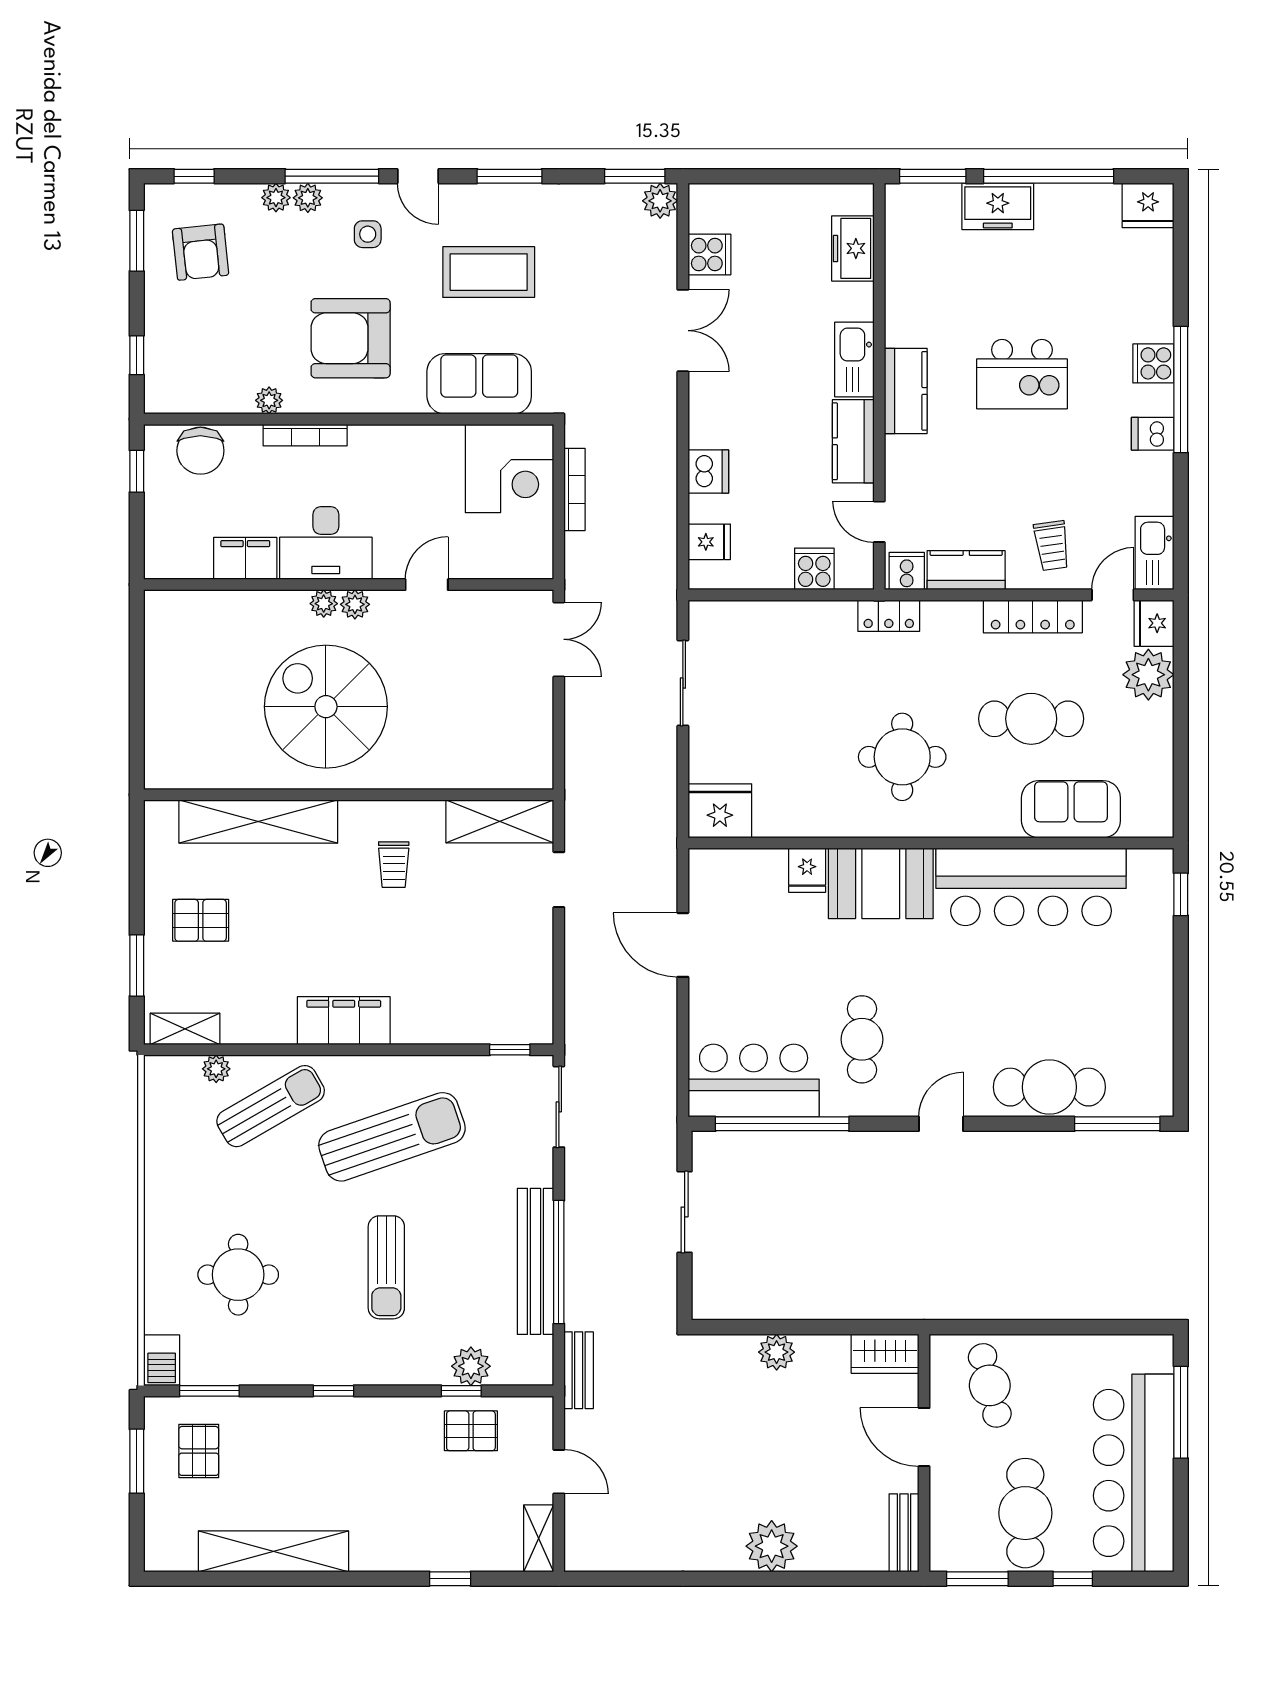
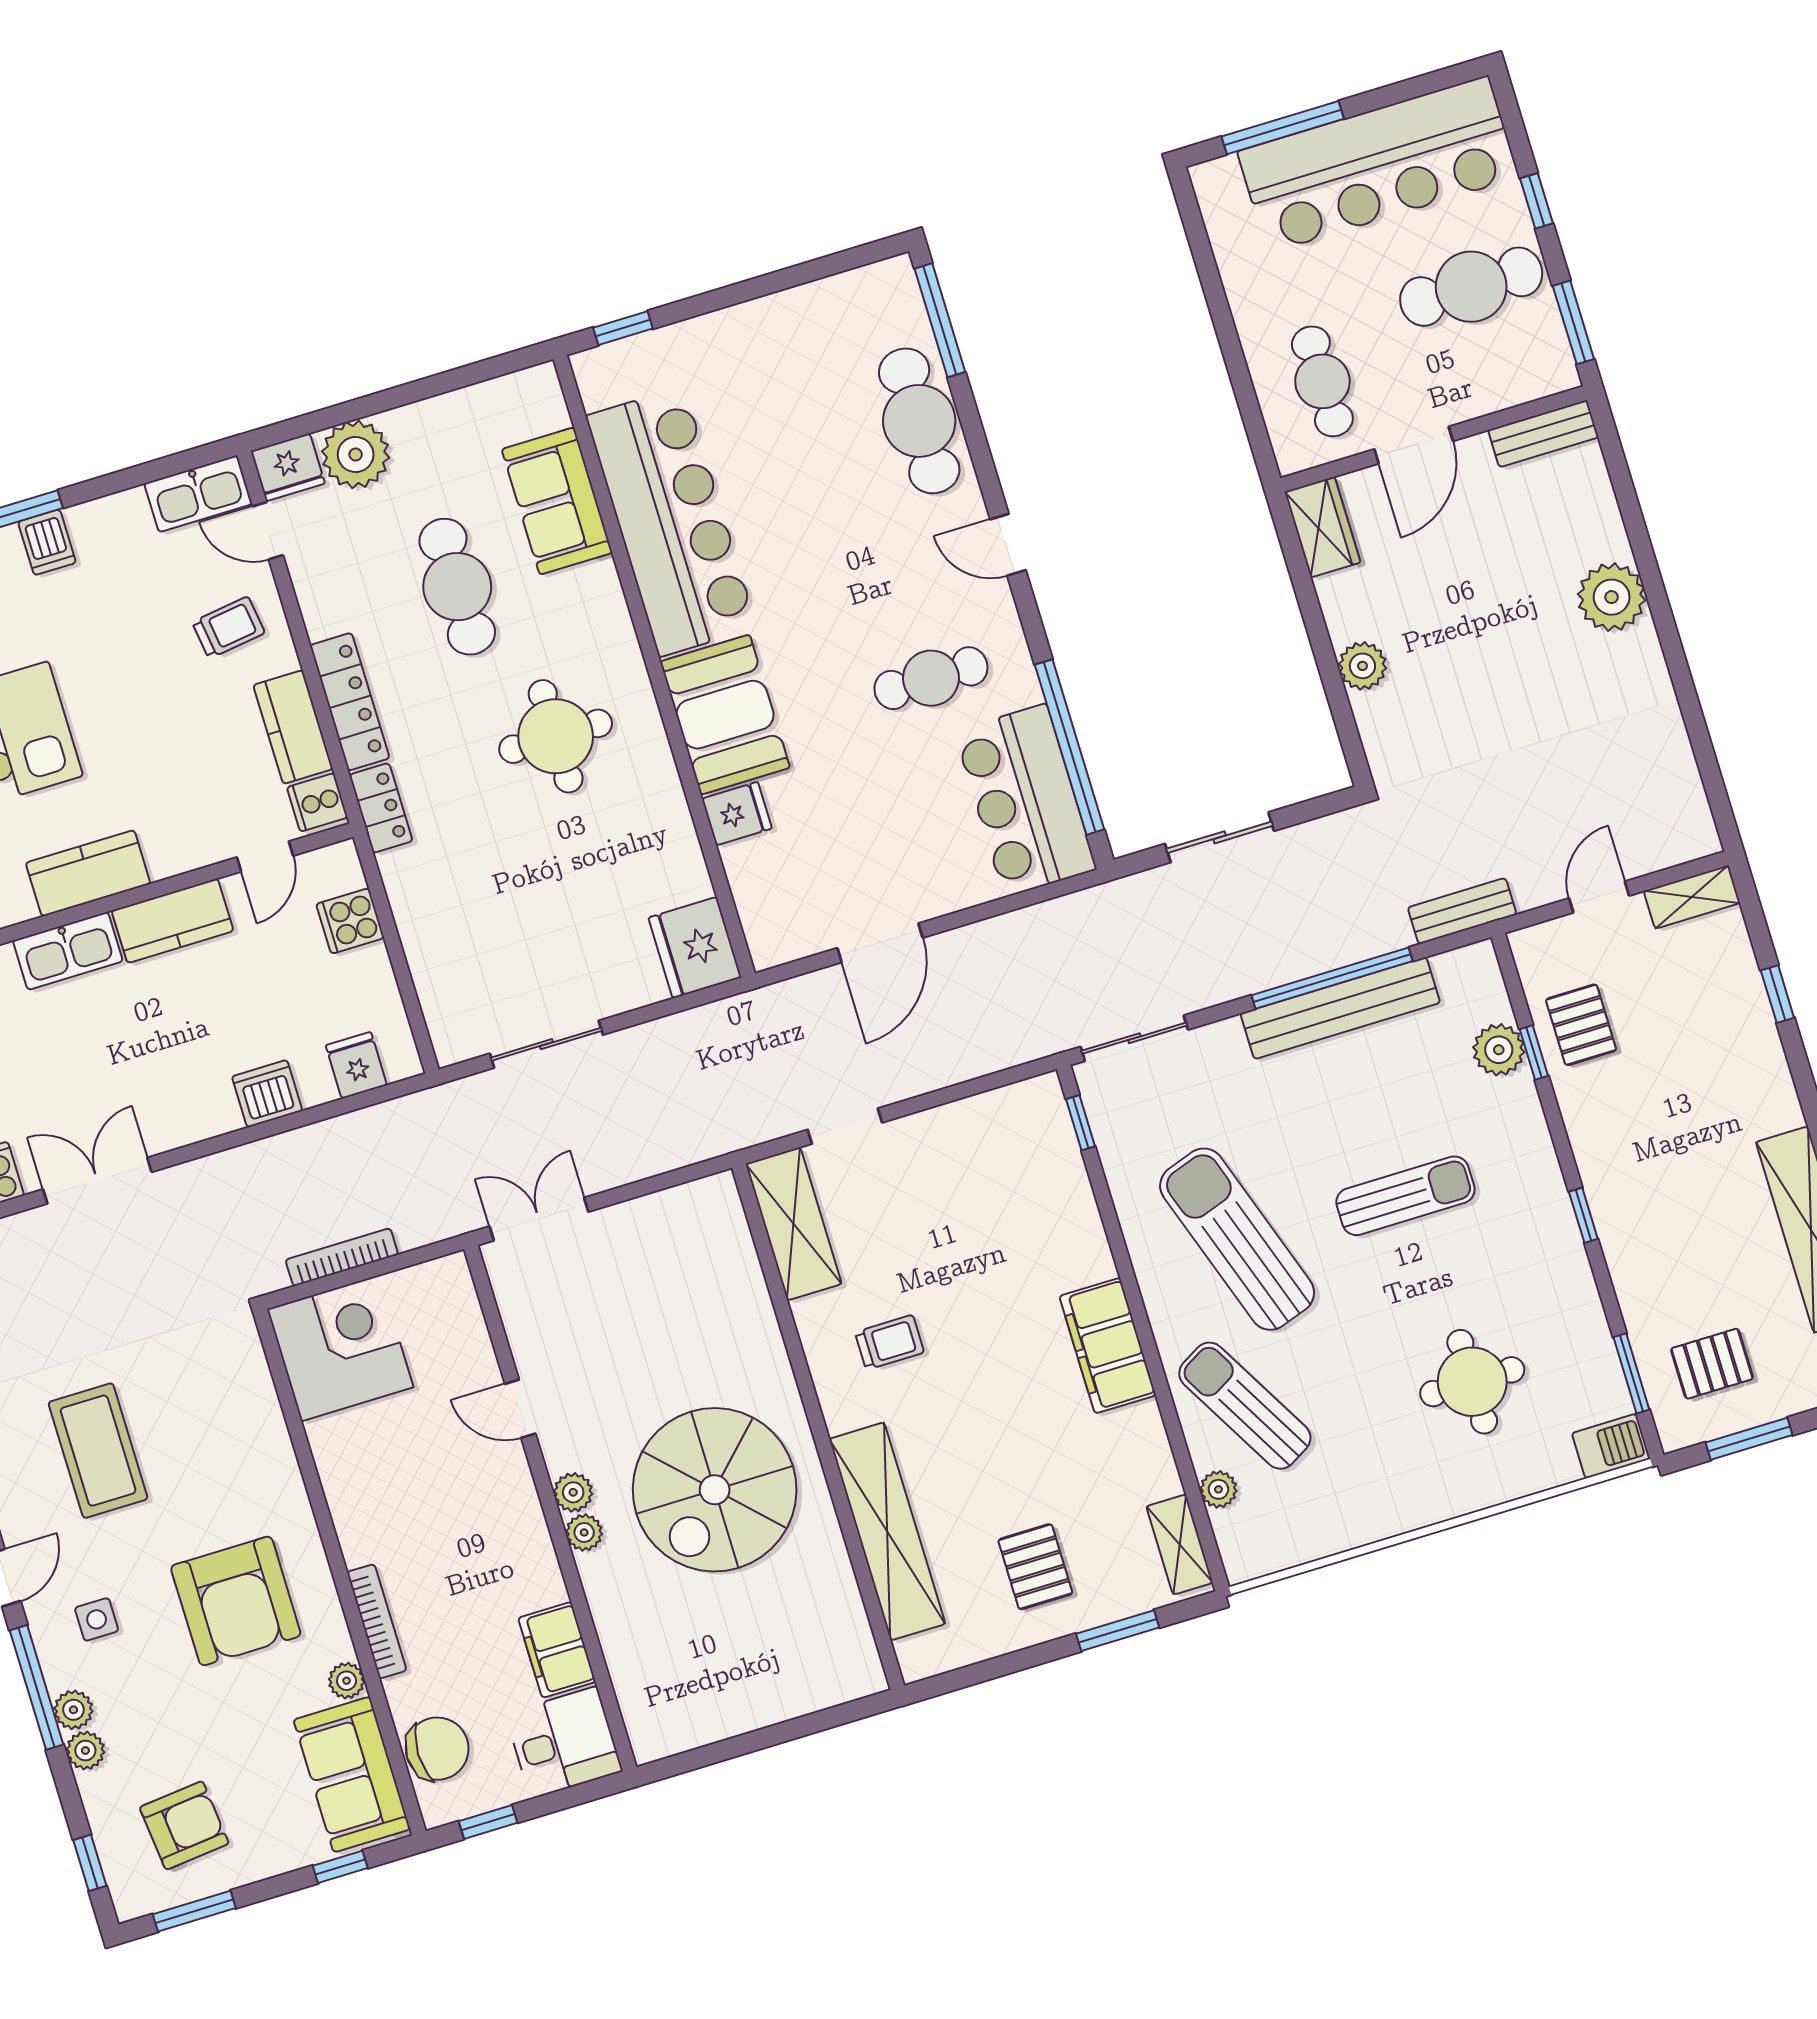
sofa: (479, 384) -> (352, 1774), moved
desk: (326, 543) -> (564, 1742), moved, width x0.73
locker: (1033, 616) -> (350, 702), moved
cafe table: (990, 1385) -> (1322, 381), turned -76

